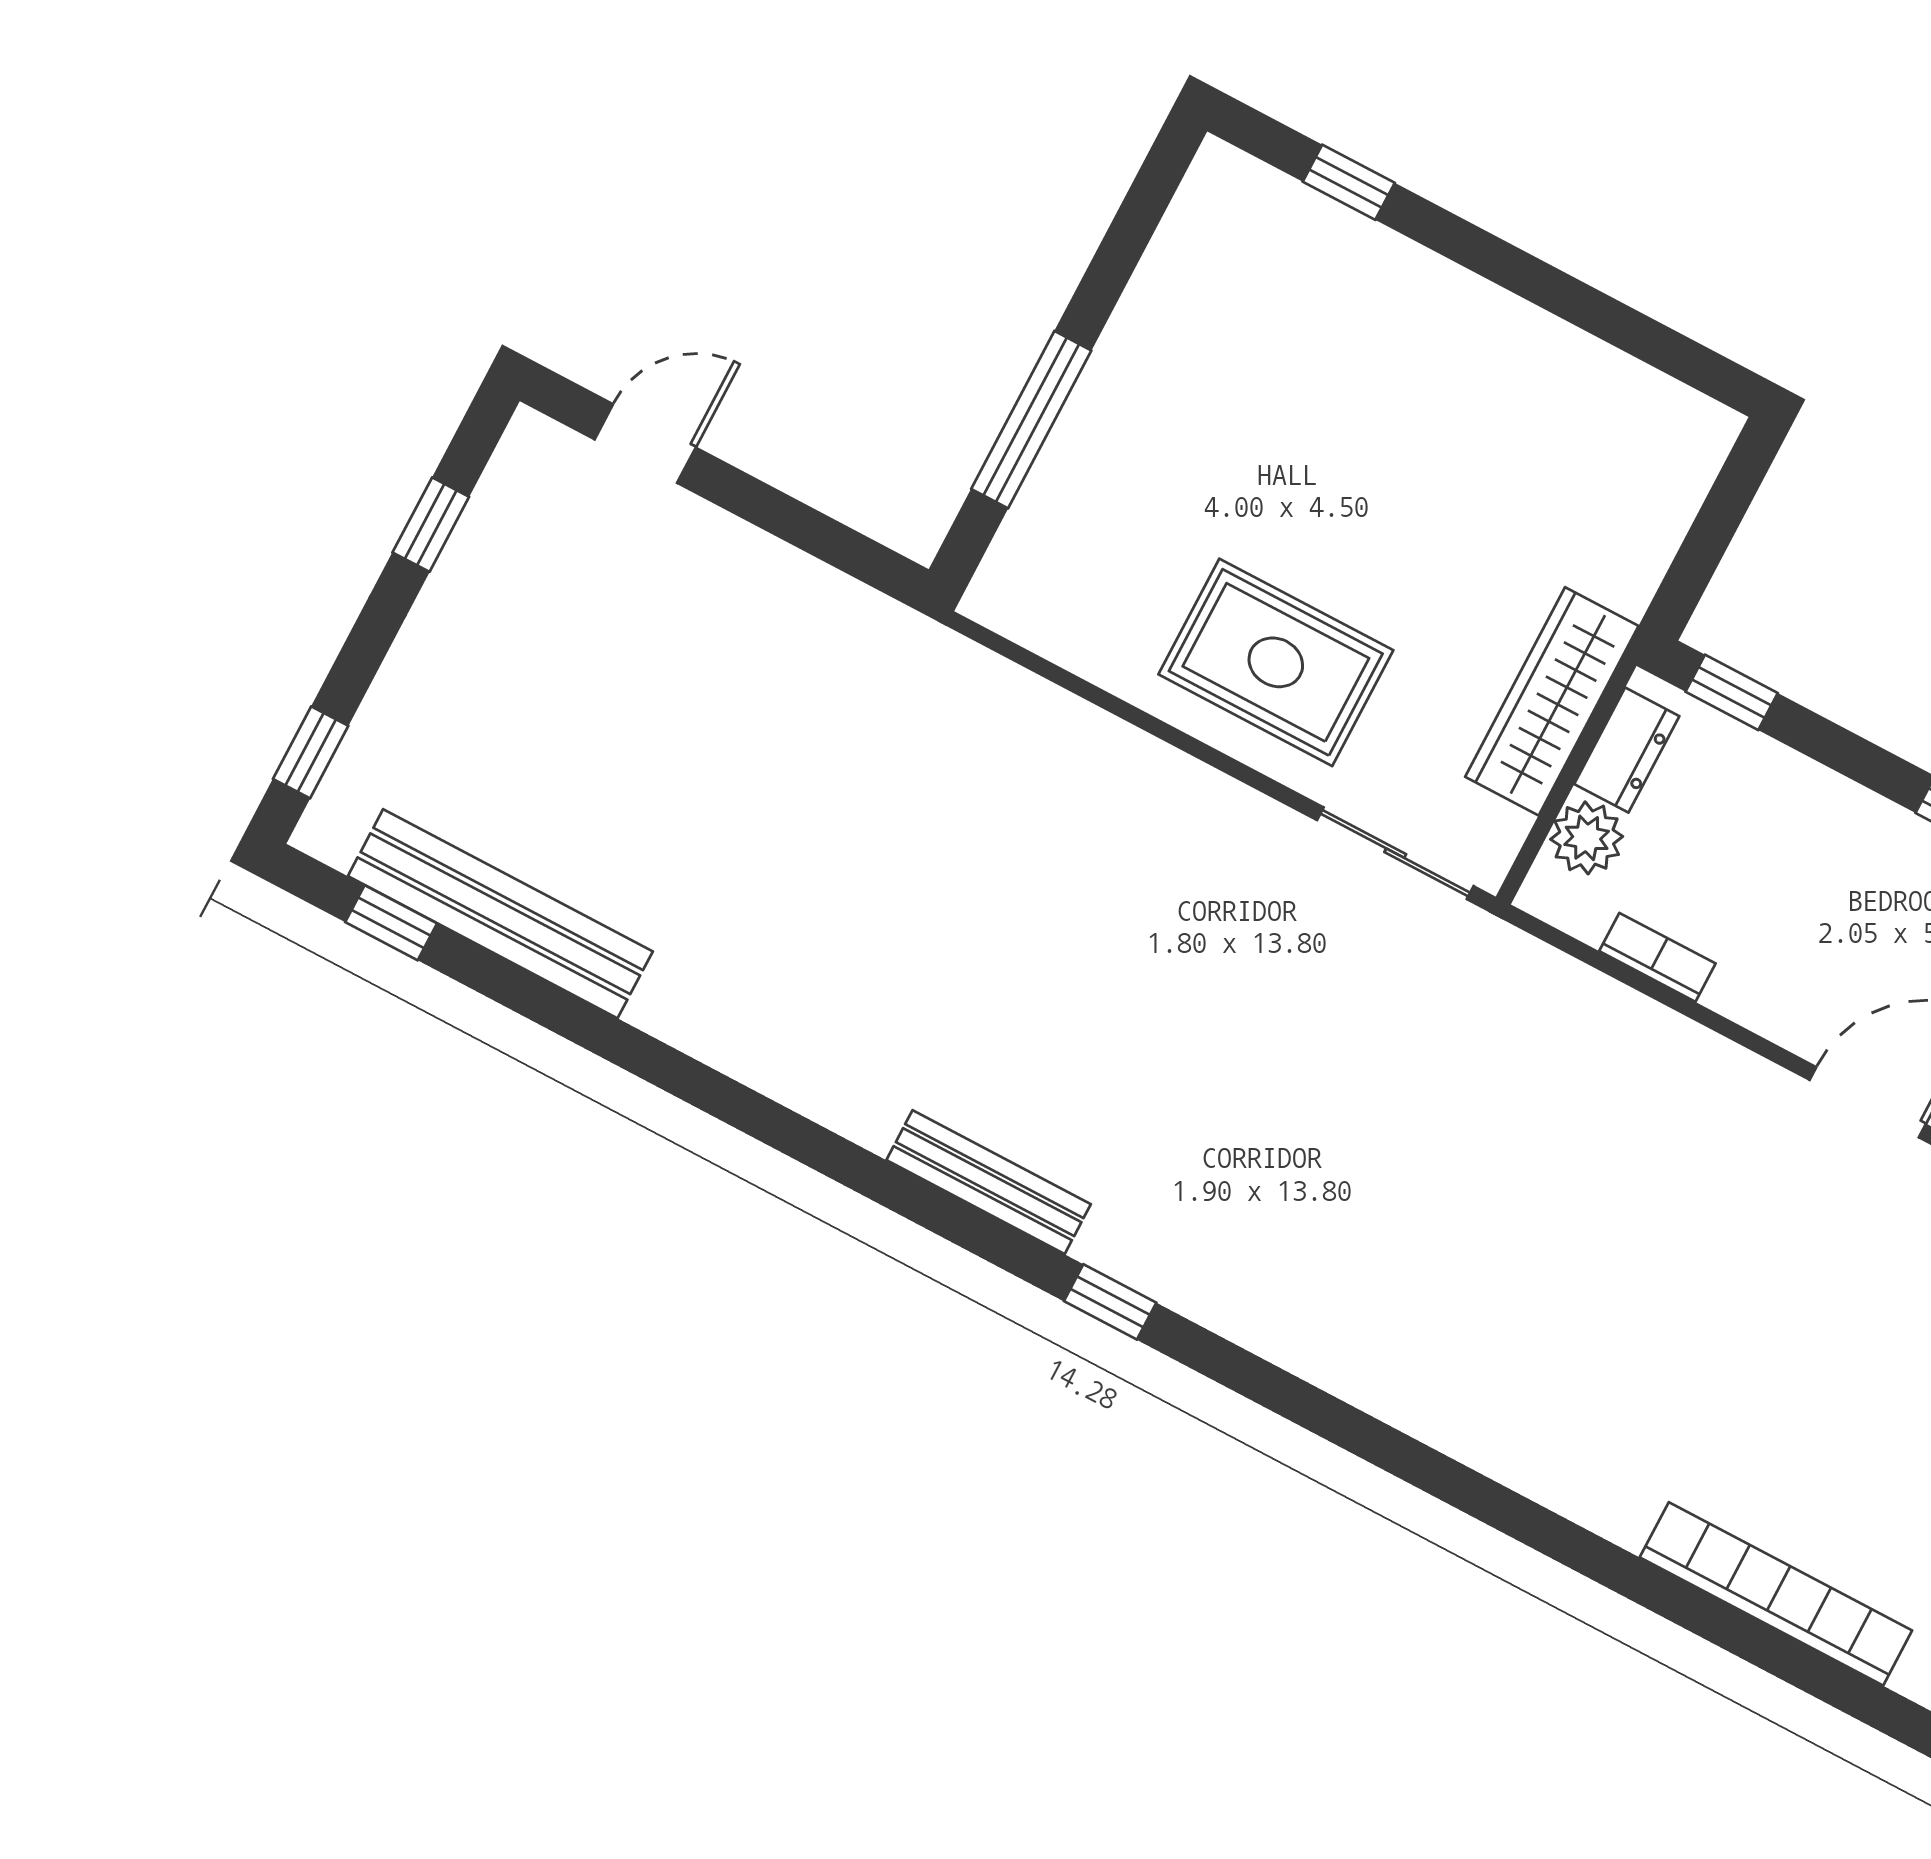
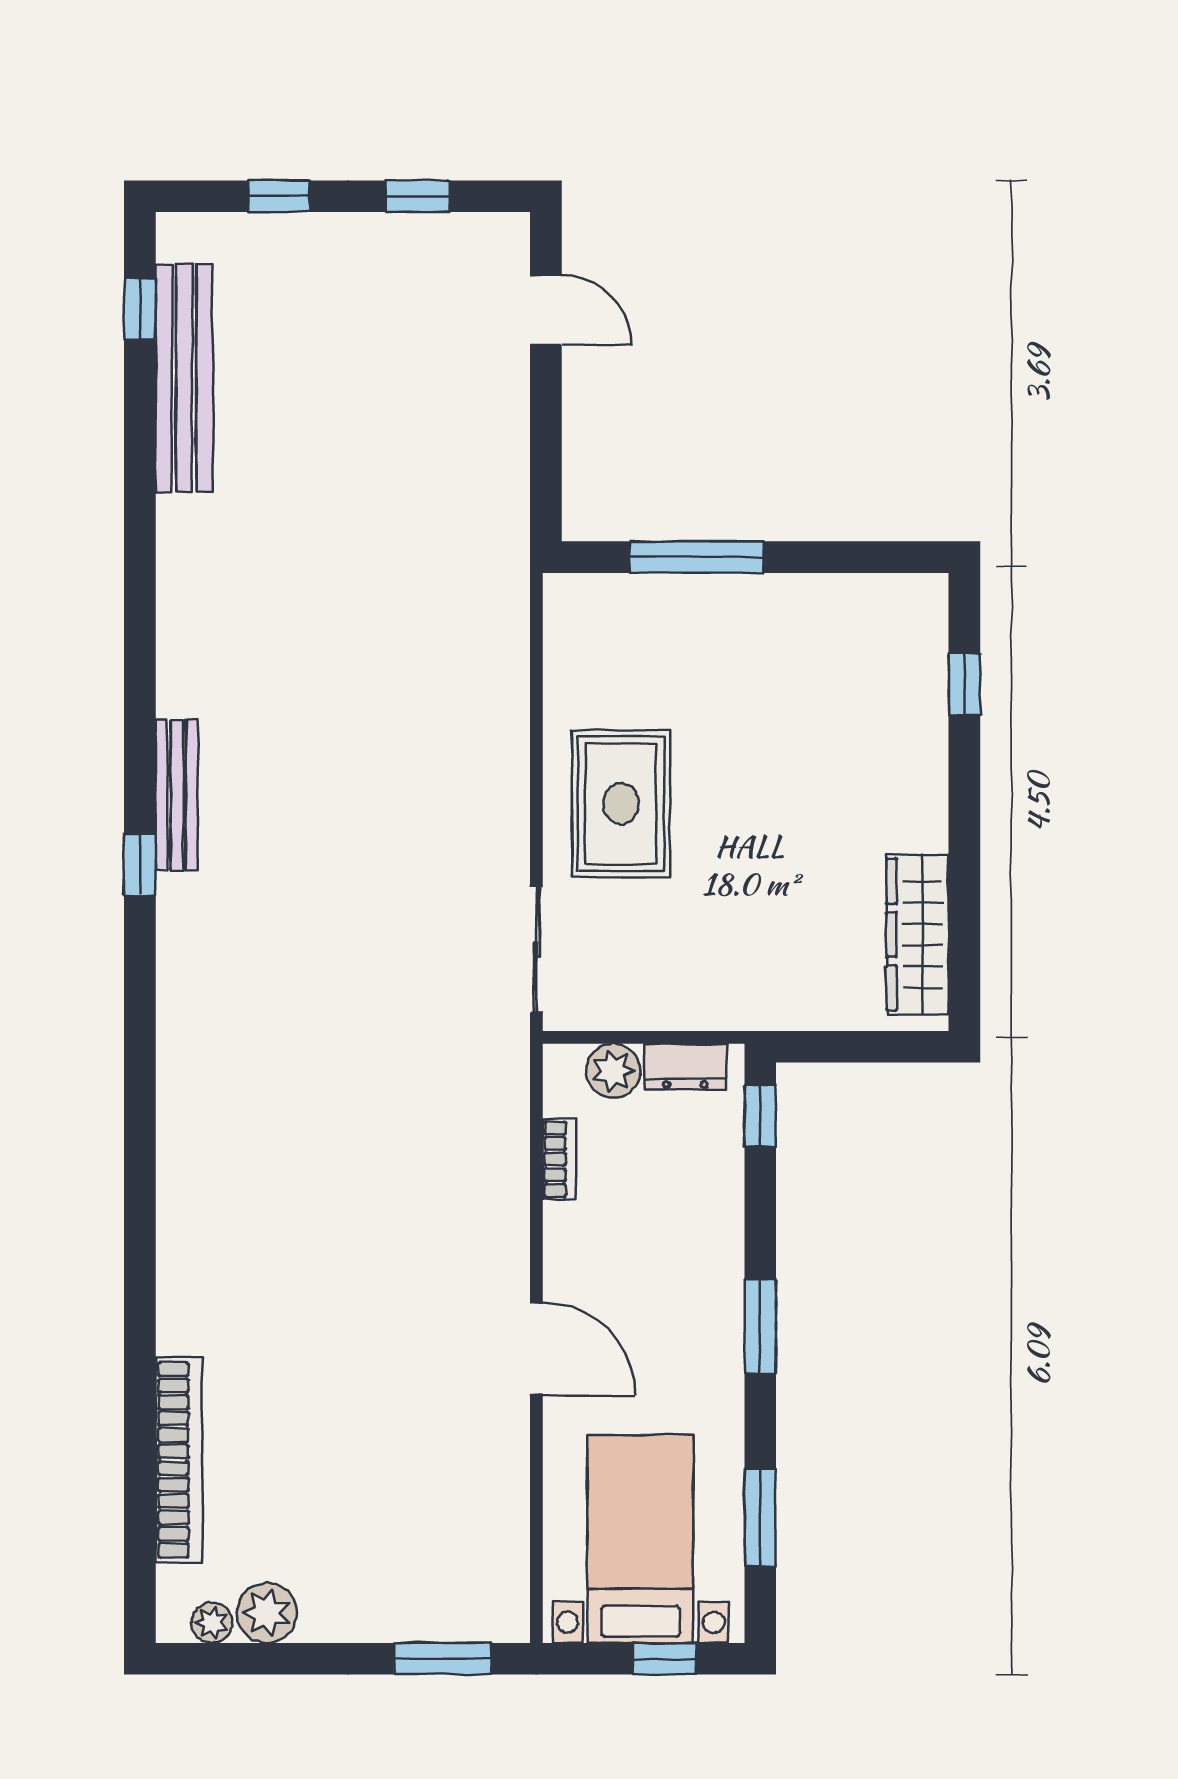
wardrobe: (1552, 701) -> (918, 935), moved, turned -90
window: (311, 752) -> (279, 196), moved
window: (1110, 1302) -> (140, 864), moved

